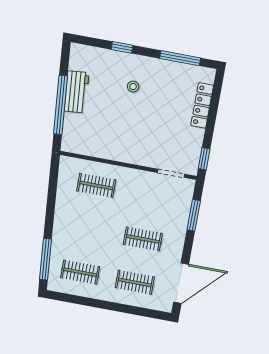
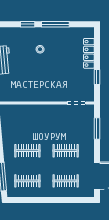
window: (180, 58) -> (55, 24), moved
window: (204, 159) -> (97, 77), moved
clothes rail: (96, 185) -> (27, 151), moved

